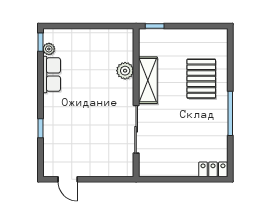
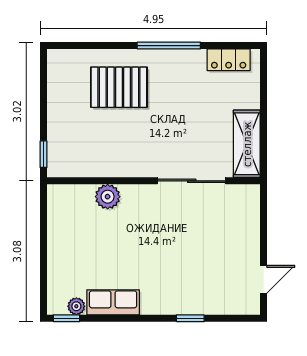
shelving: (148, 80) -> (247, 144), moved, turned 90
locker: (213, 169) -> (229, 60), moved, turned -90

